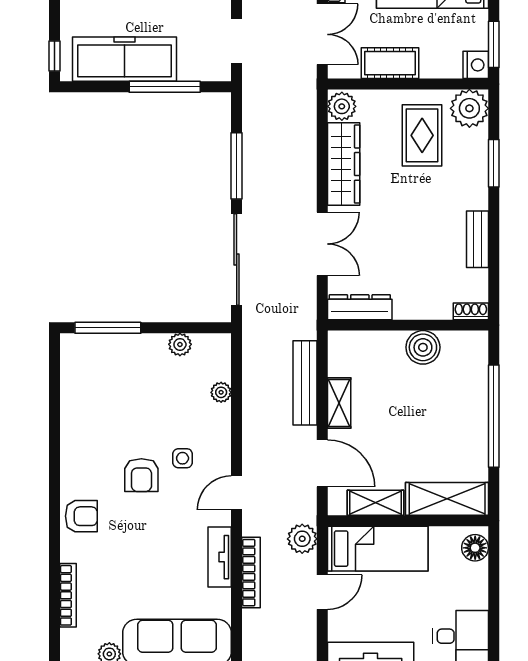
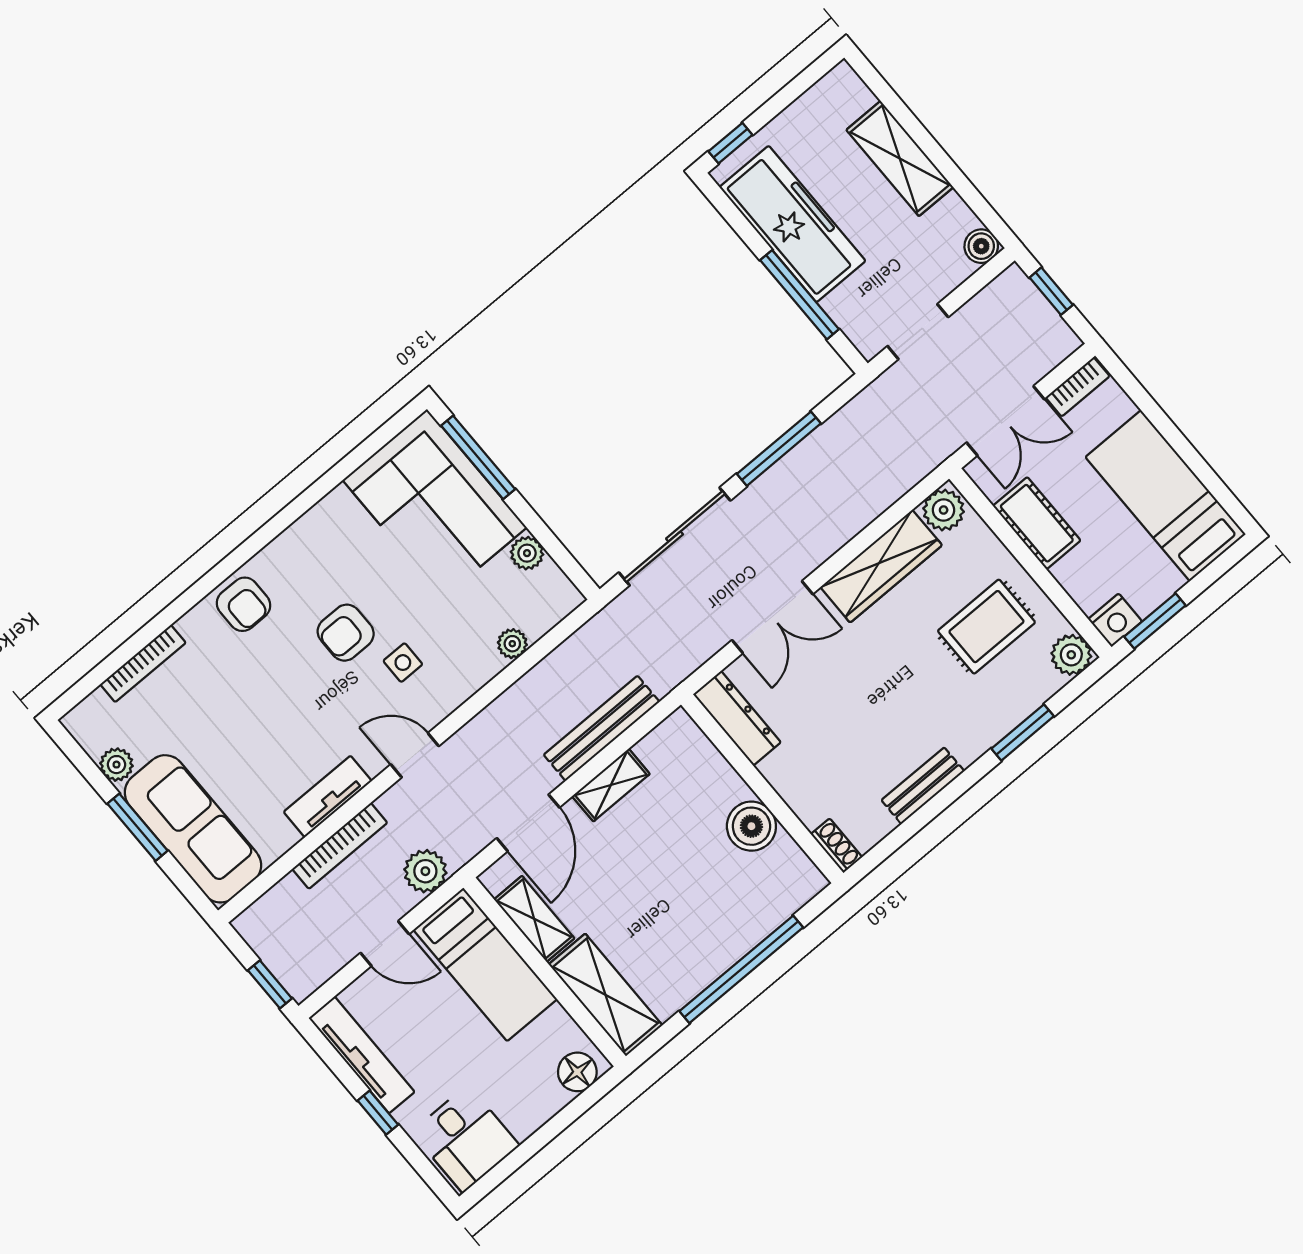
plant: (469, 108) -> (1071, 655), width x0.73, depth x0.73
corner sofa: (113, 371) -> (435, 504), added

